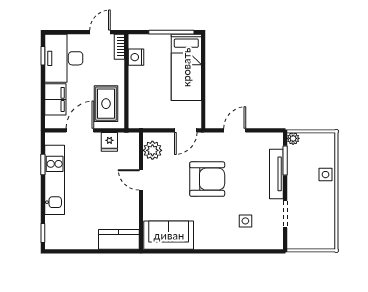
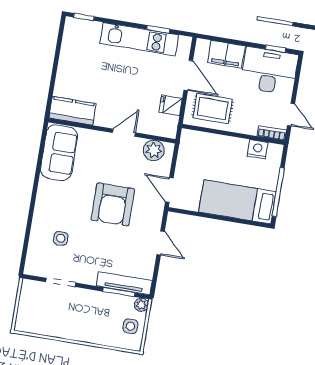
tv unit: (276, 174) -> (124, 283), moved
side table: (326, 175) -> (130, 326), moved
kitchen counter: (119, 239) -> (72, 111), moved, turned -90

